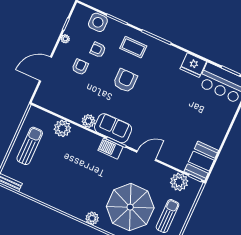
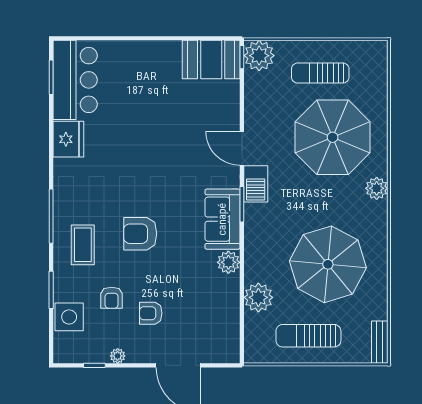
barbecue: (111, 149) -> (256, 184), moved
parasol: (63, 174) -> (328, 264), added
plant: (179, 182) -> (259, 56), moved

